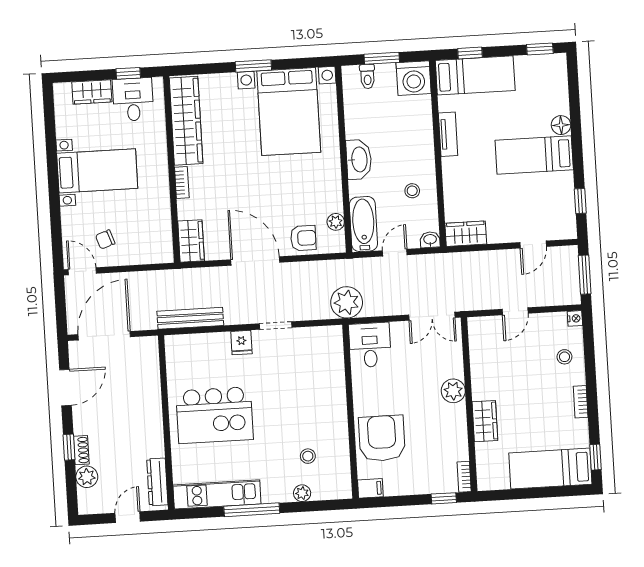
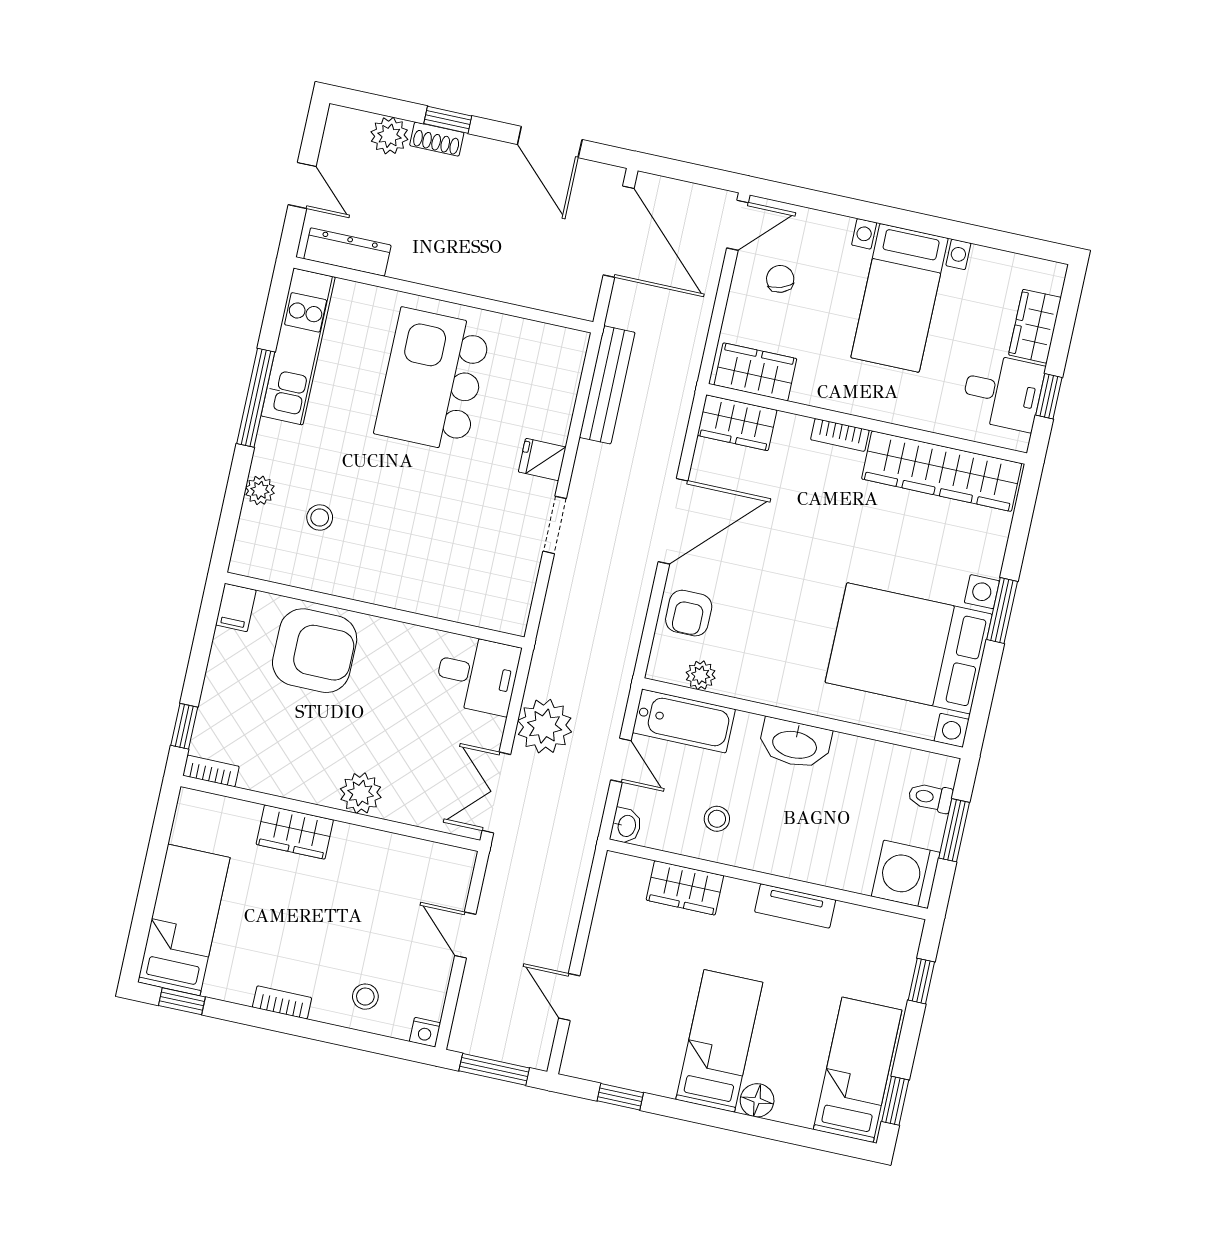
bed: (475, 75) -> (858, 1070), moved, turned 180
wardrobe: (466, 234) -> (685, 888), moved, turned 90
wardrobe: (160, 239) -> (755, 372), added
plant: (347, 302) -> (545, 726), moved

